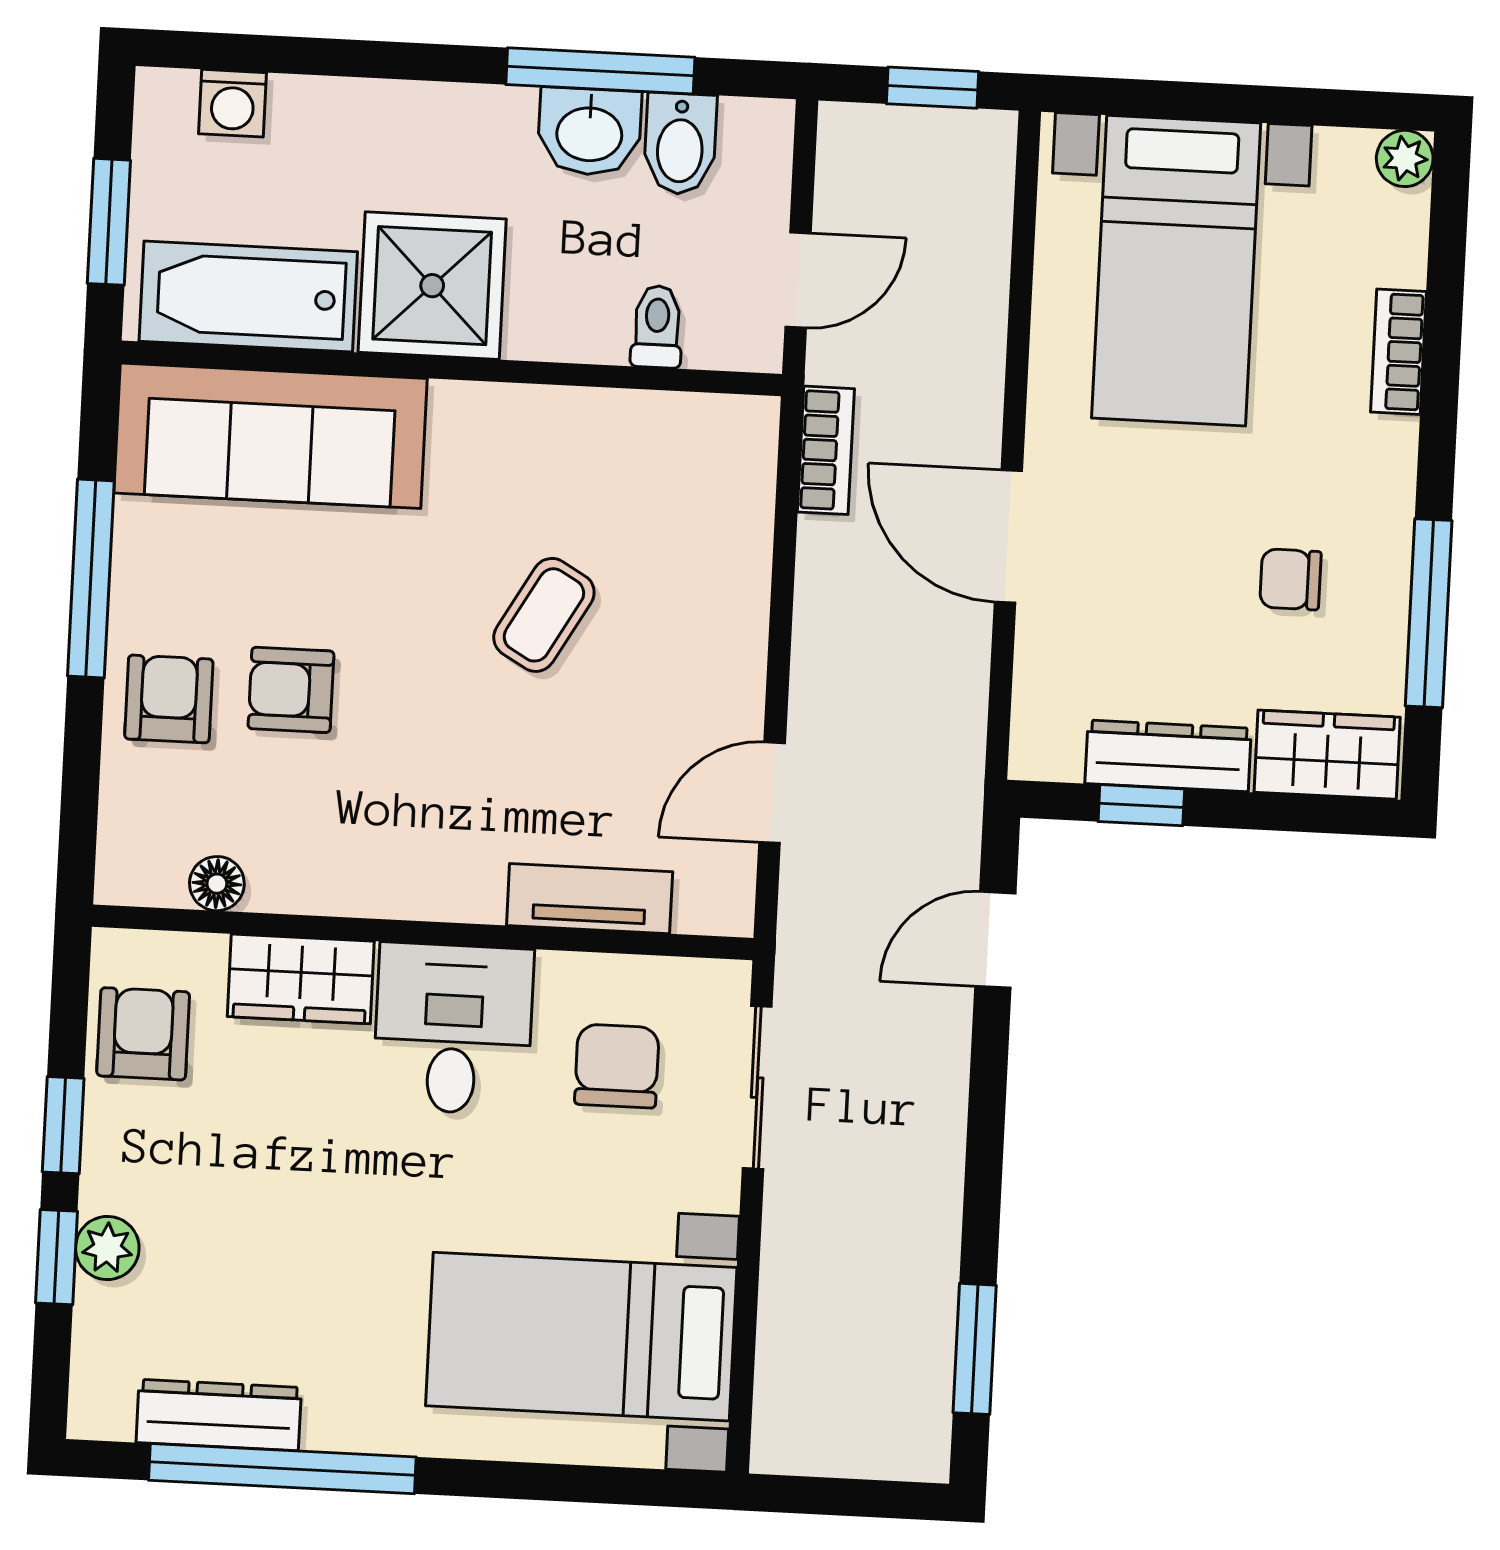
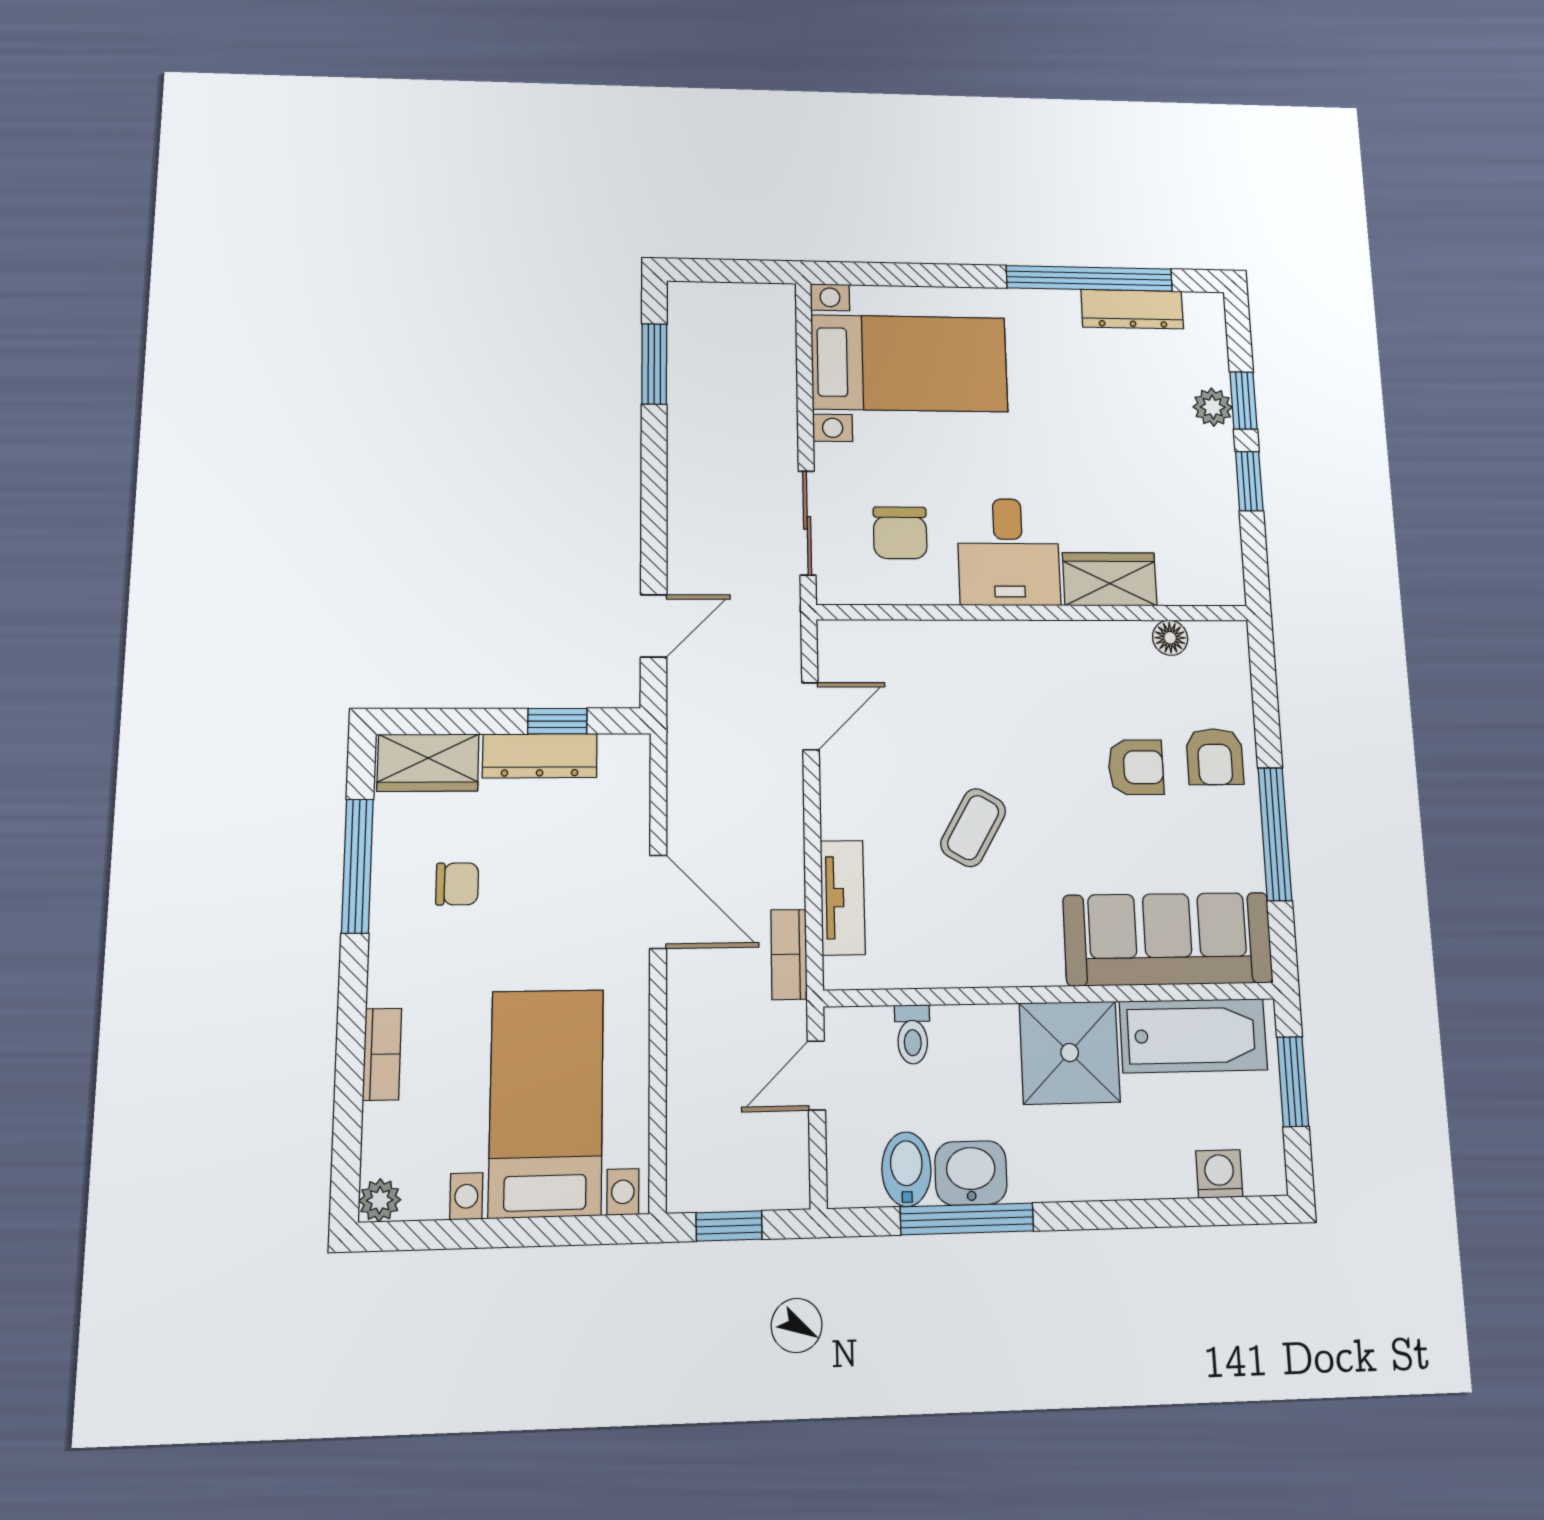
tv unit: (590, 899) -> (843, 898), moved, turned -90
armchair: (143, 1034) -> (1206, 540), removed

